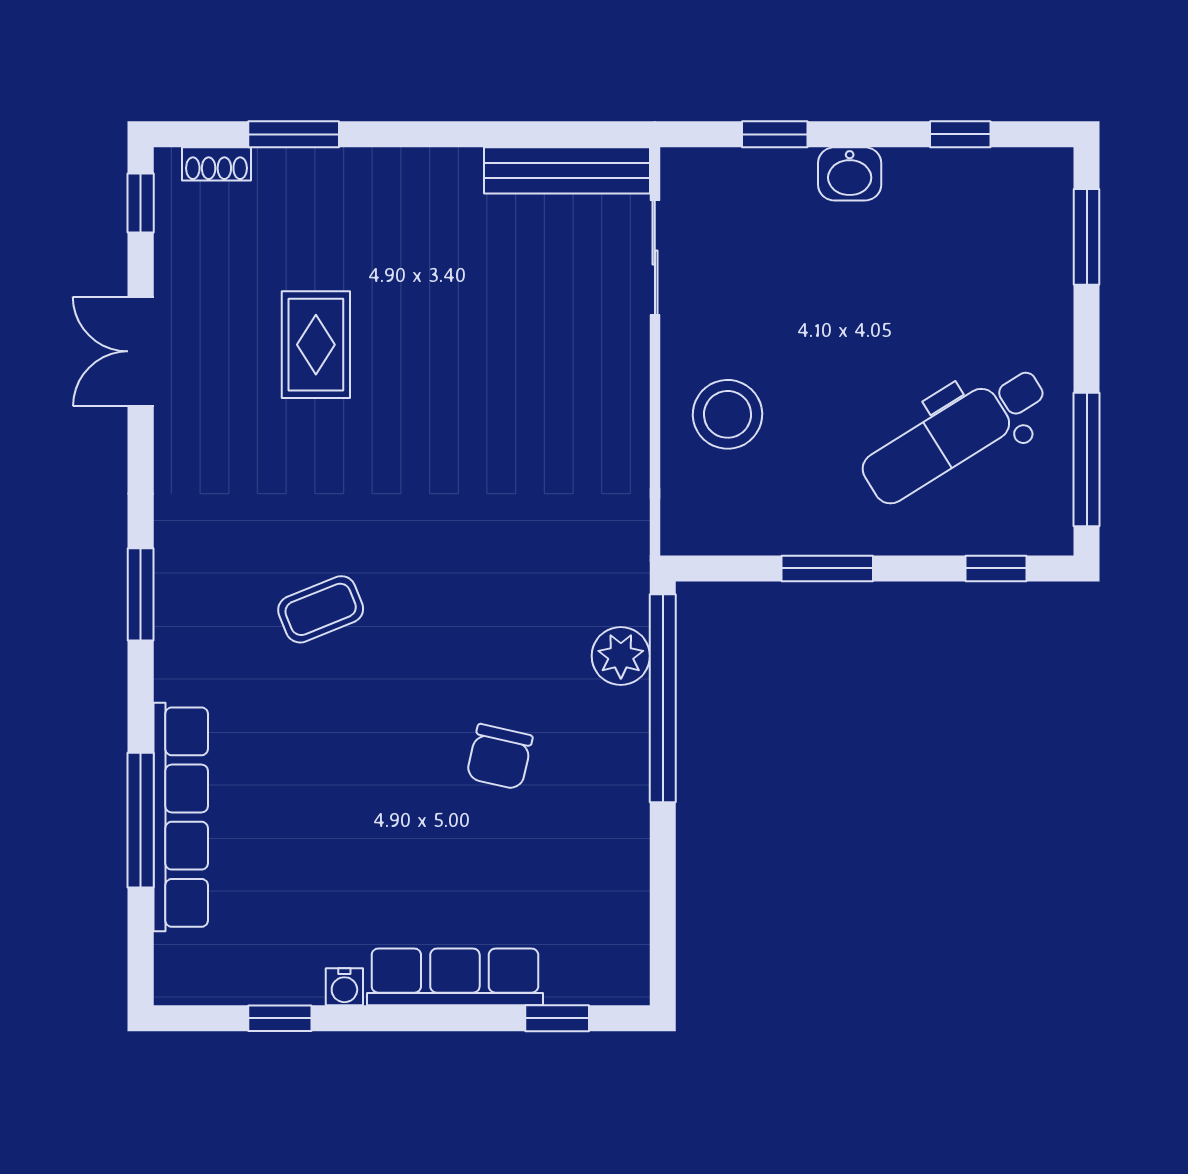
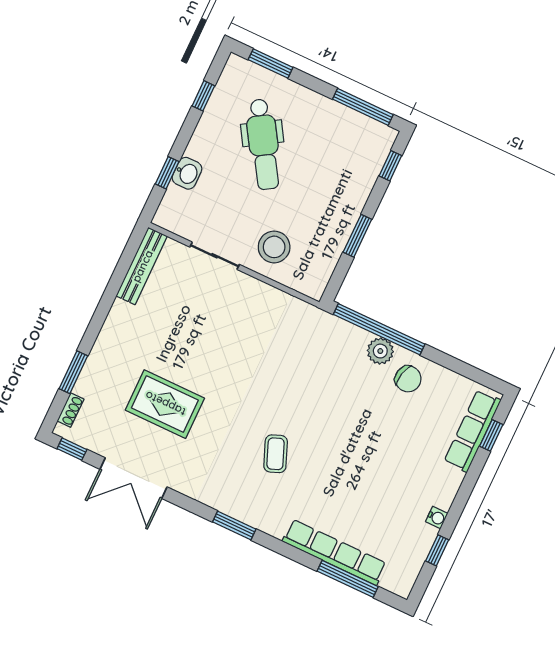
washbasin: (850, 174) -> (187, 173), moved
sliding door: (655, 258) -> (215, 256), moved
rug: (316, 345) -> (165, 404), width x1.36, depth x1.43
double door: (141, 351) -> (134, 478), width x1.37
dental chair: (954, 435) -> (263, 144), moved
plant: (621, 656) -> (380, 351), moved
chair: (499, 757) -> (408, 379), moved
window: (141, 820) -> (348, 579), moved
row of seats: (455, 977) -> (472, 431), moved

